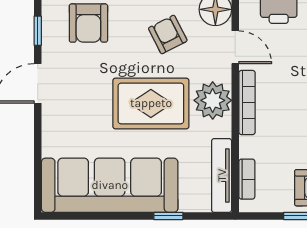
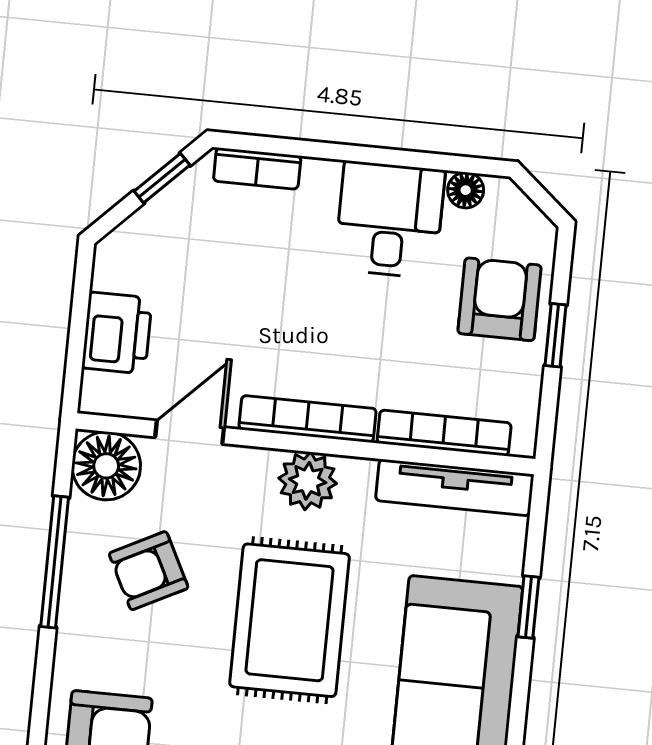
plant: (213, 100) -> (308, 481), width x0.73, depth x0.73
bookcase: (247, 179) -> (444, 433), width x1.56

